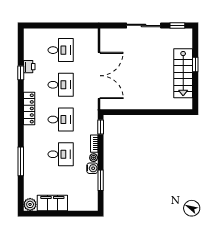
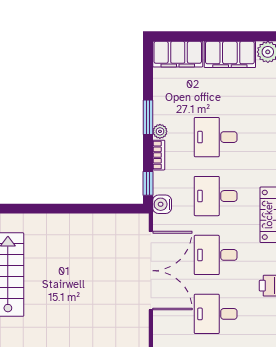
double door: (99, 76) -> (151, 271), swing flipped
water cooler: (92, 168) -> (162, 204), moved
window: (101, 180) -> (148, 117), moved
filing cabinet: (83, 203) -> (178, 54), added

